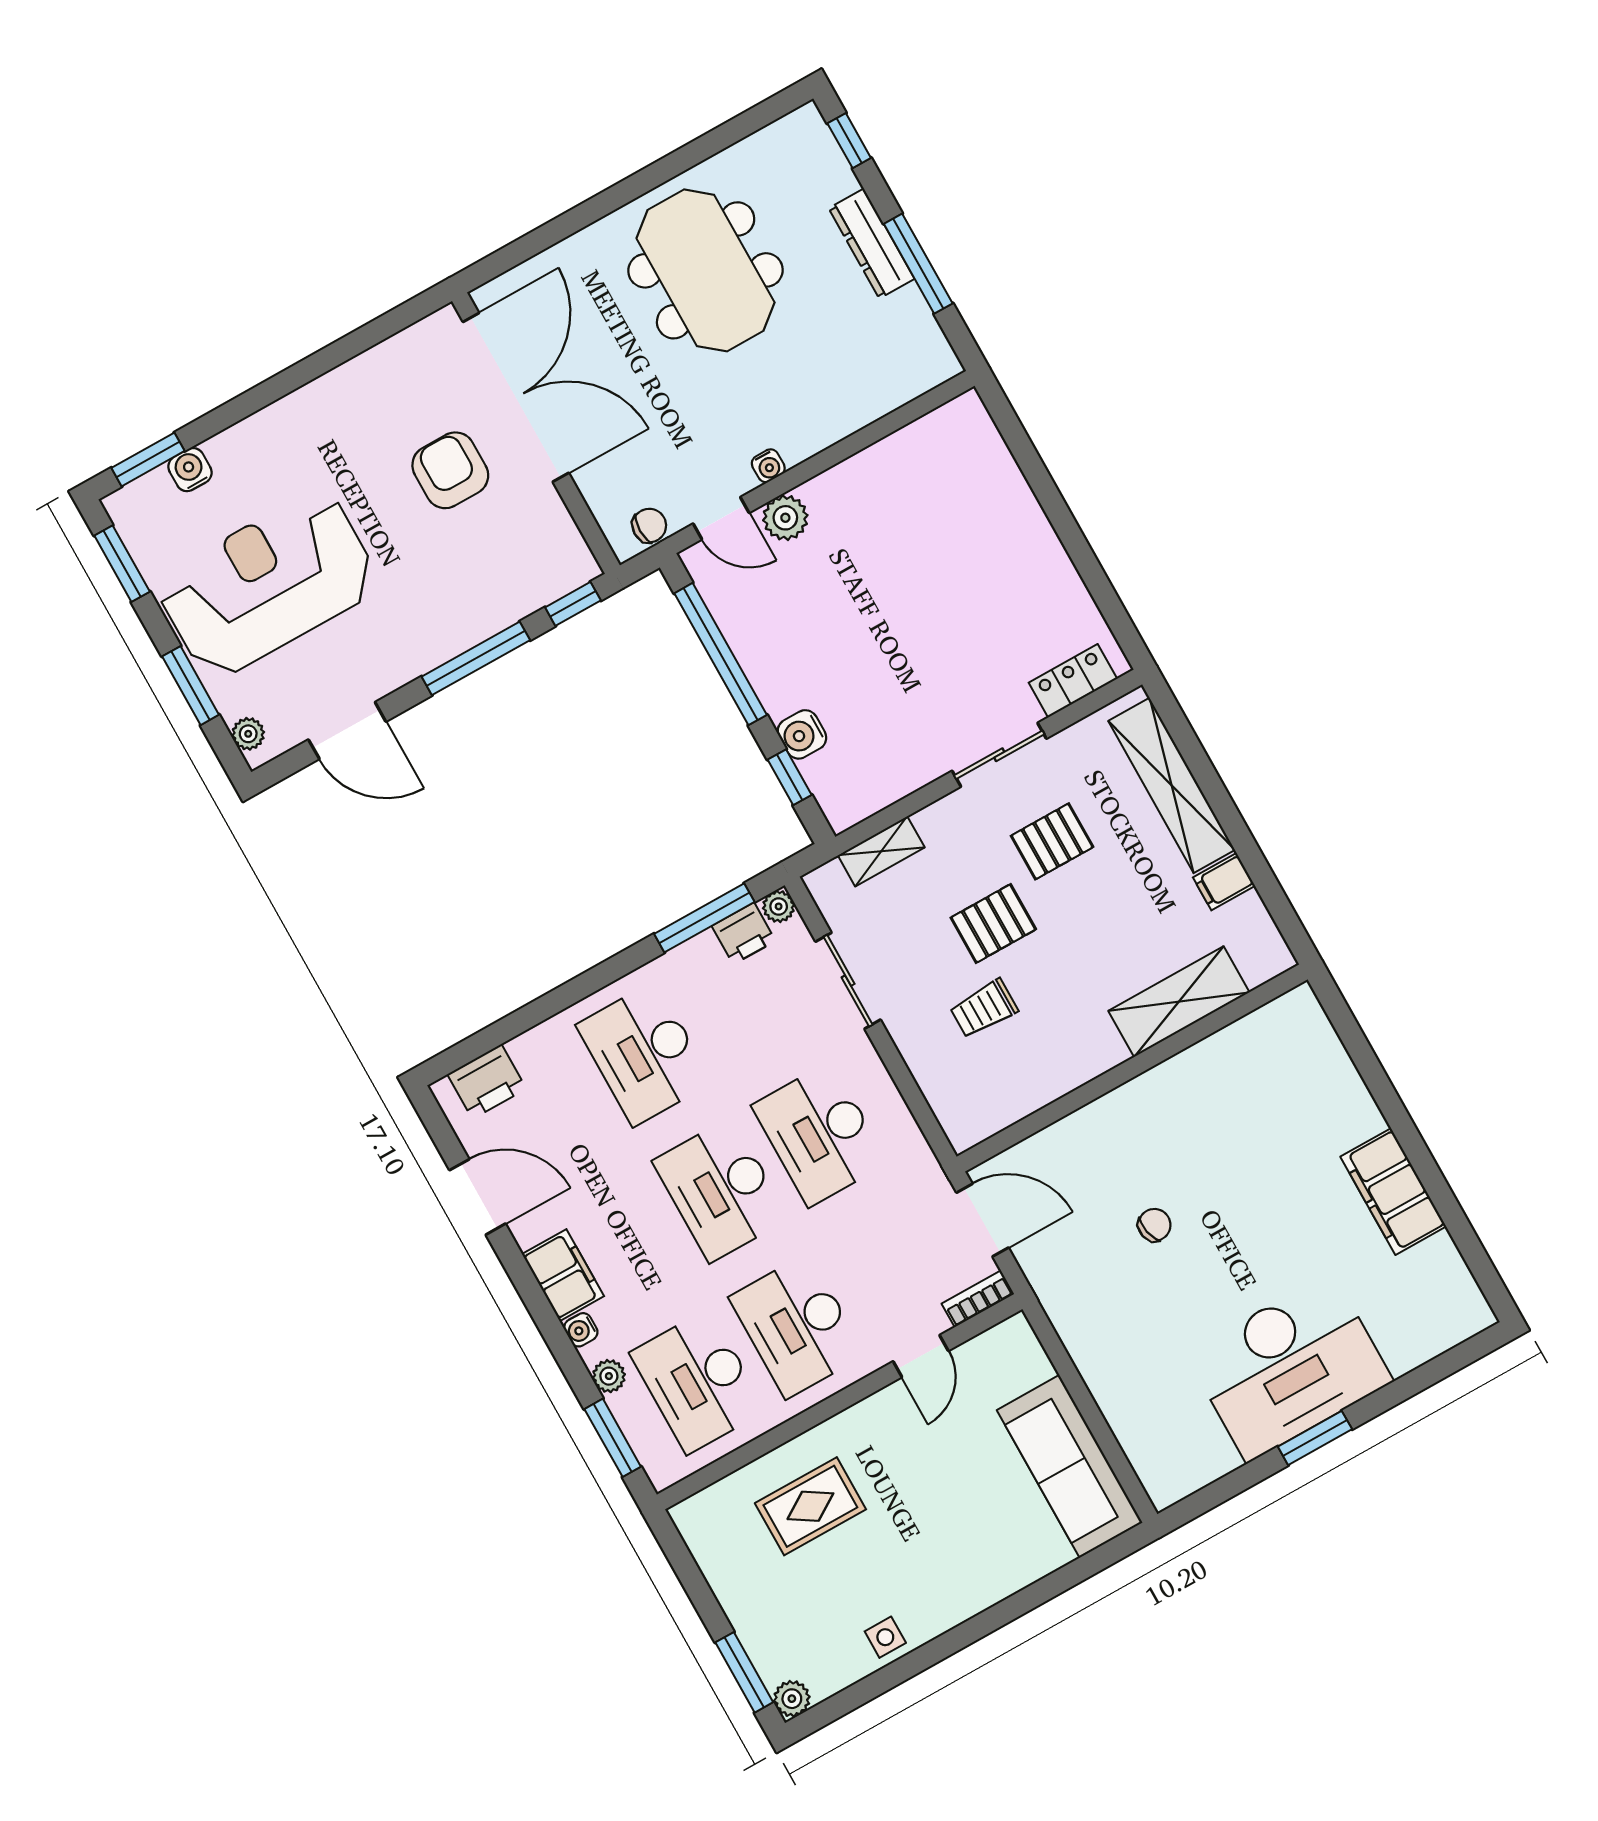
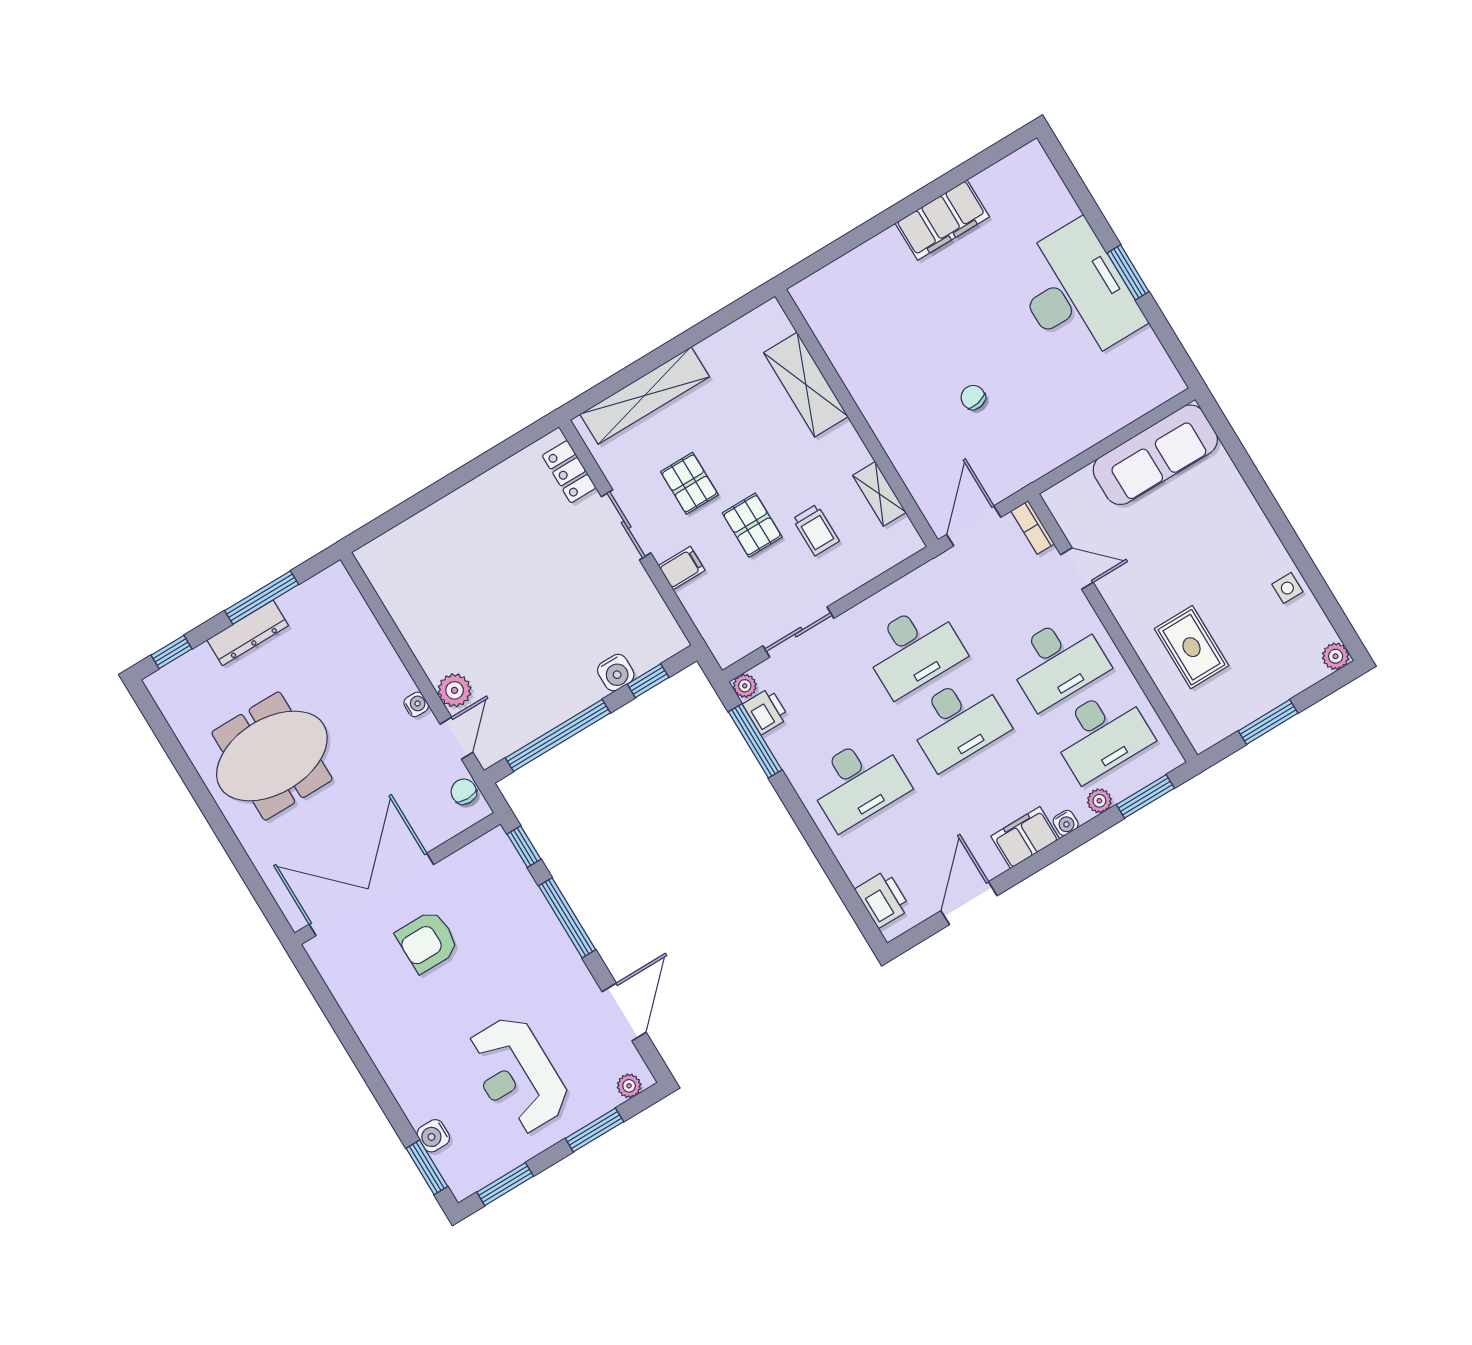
reception desk: (268, 584) -> (517, 1075), width x0.74, depth x0.77
shelving: (881, 851) -> (879, 494), moved
filing cabinet: (1224, 882) -> (682, 568), moved, turned -90
window: (744, 1672) -> (1268, 722), moved

